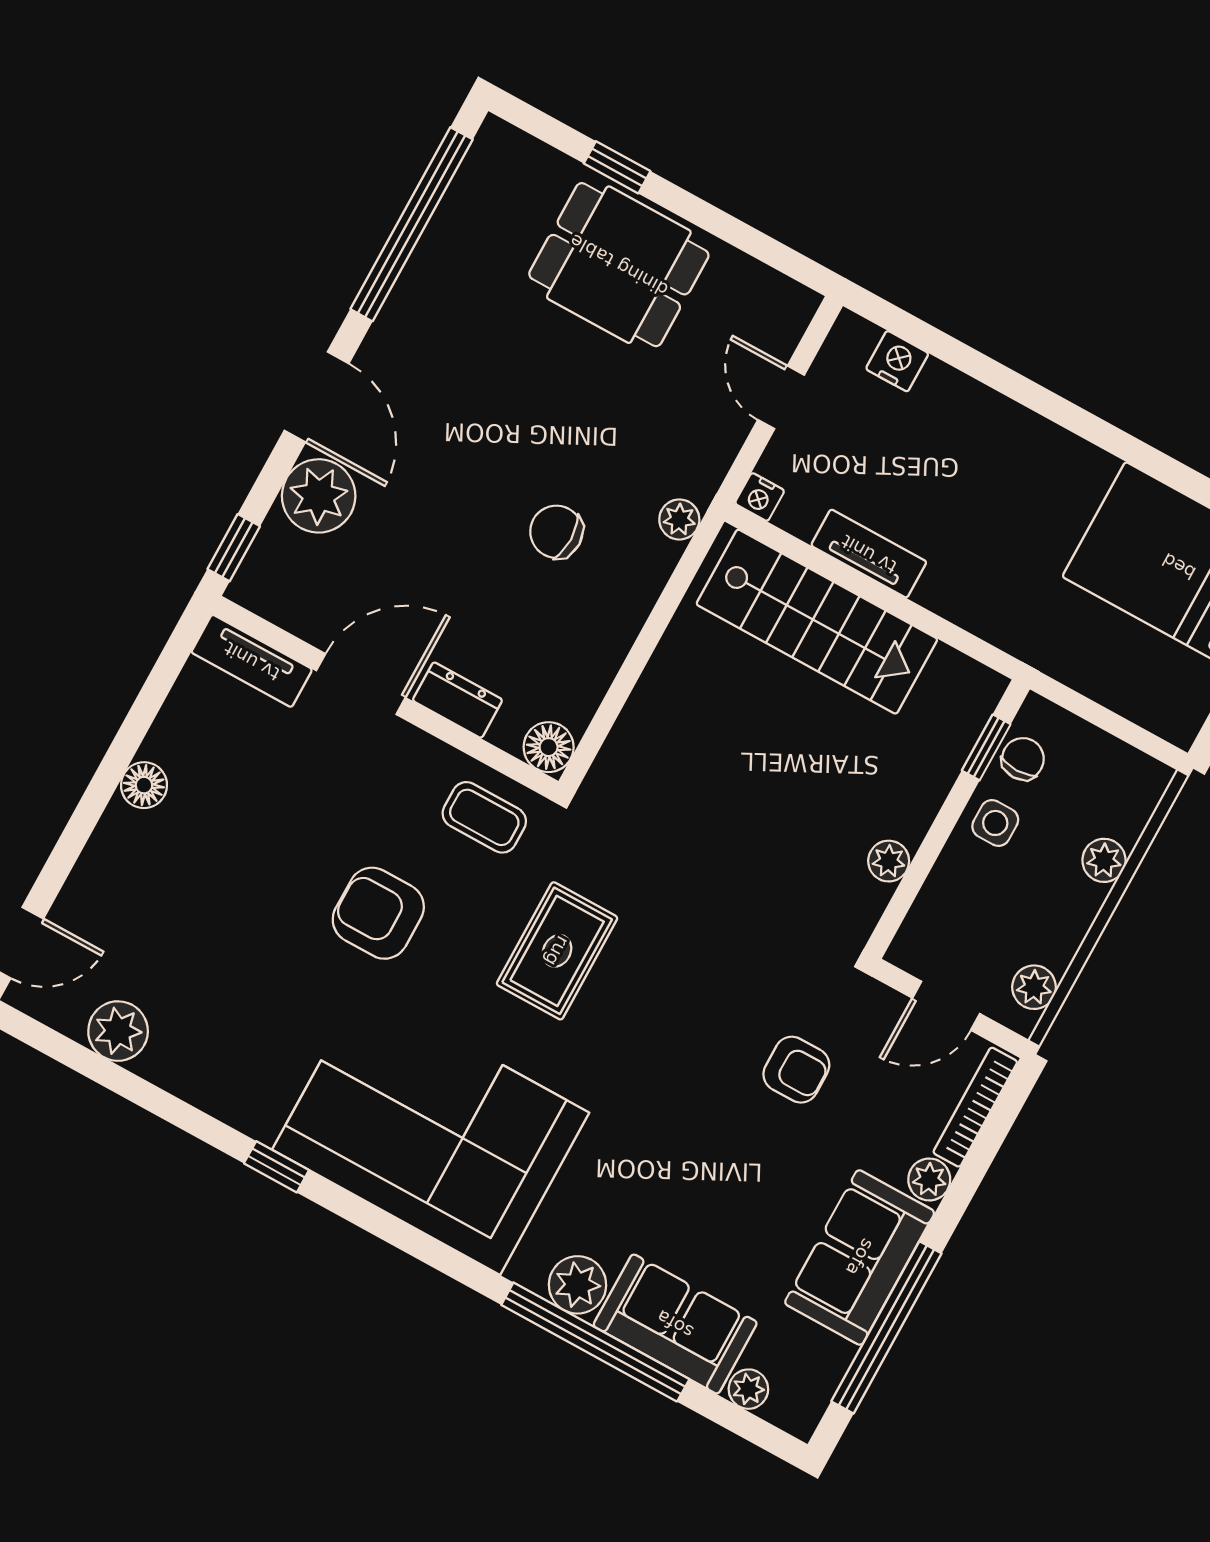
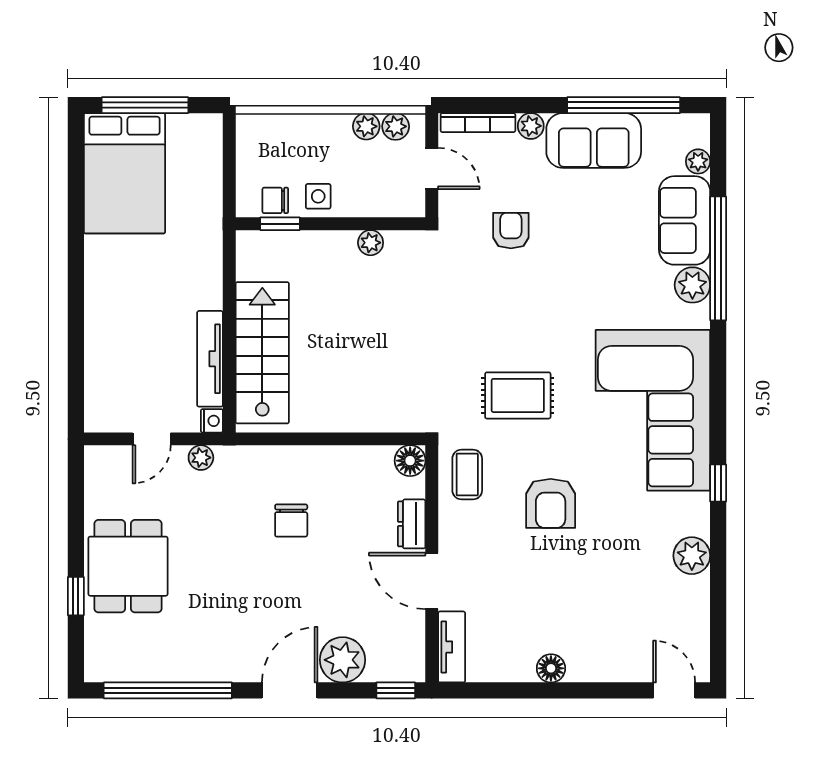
nightstand: (897, 361) -> (97, 387), removed
plant: (679, 519) -> (201, 458), moved
tv unit: (869, 554) -> (210, 359), width x1.41
plant: (1104, 860) -> (366, 126), moved
plant: (118, 1031) -> (692, 556), moved

